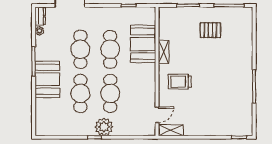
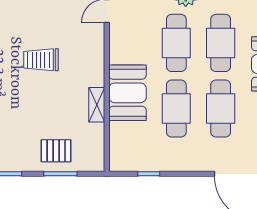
pallet: (210, 30) -> (56, 151), moved
booth: (143, 44) -> (127, 93), moved
trolley: (180, 82) -> (41, 60), moved, turned 180

